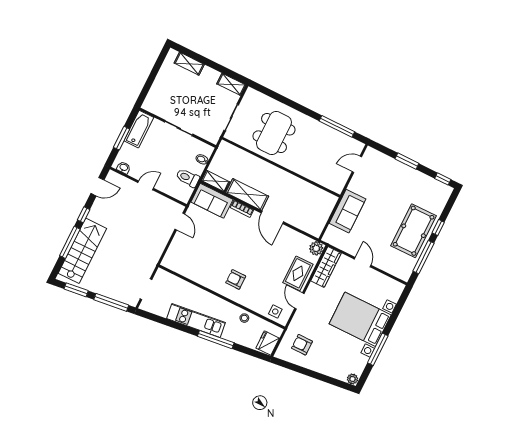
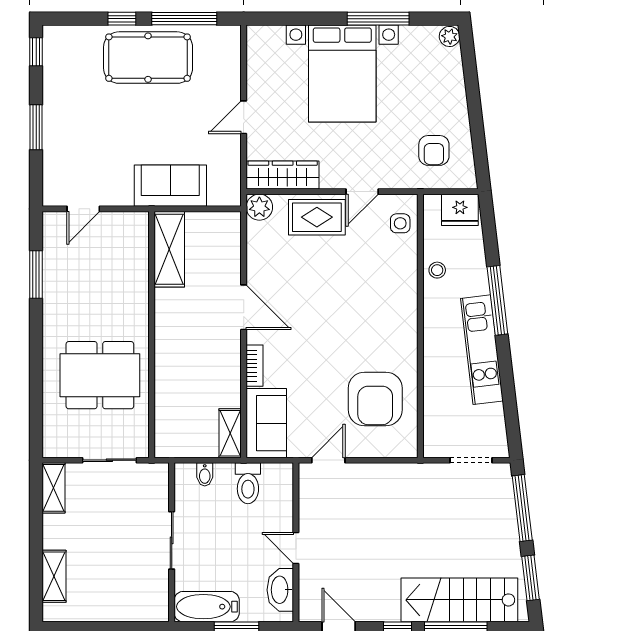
window: (337, 126) -> (36, 275), width x0.69
door: (357, 164) -> (83, 209), hinge flipped
washbasin: (124, 168) -> (280, 590), width x1.91, depth x1.45
shelving: (247, 194) -> (169, 249), moved
door: (272, 217) -> (244, 307), hinge flipped
armchair: (236, 279) -> (375, 399), moved, width x1.88, depth x1.88

